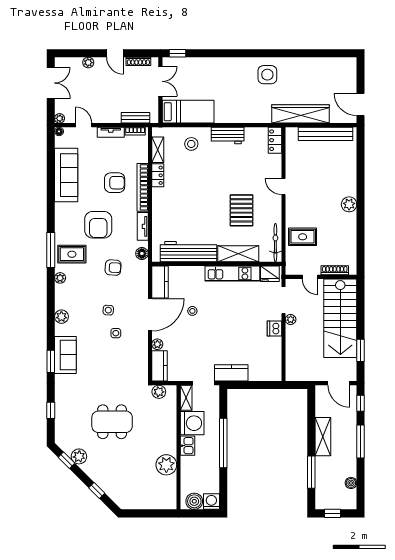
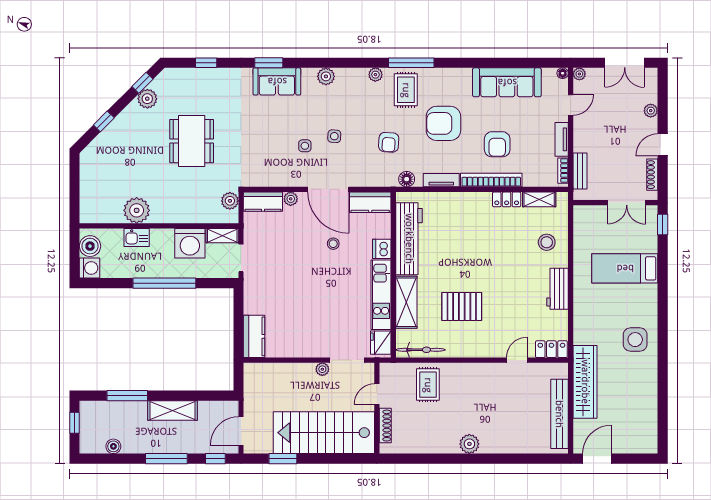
bed: (188, 112) -> (625, 268), moved, turned 90
door: (283, 187) -> (517, 360), moved
dishwasher: (274, 328) -> (382, 249), moved, turned -90
kitchen counter: (231, 373) -> (254, 336), moved
kitchen sink: (188, 446) -> (137, 237), moved

